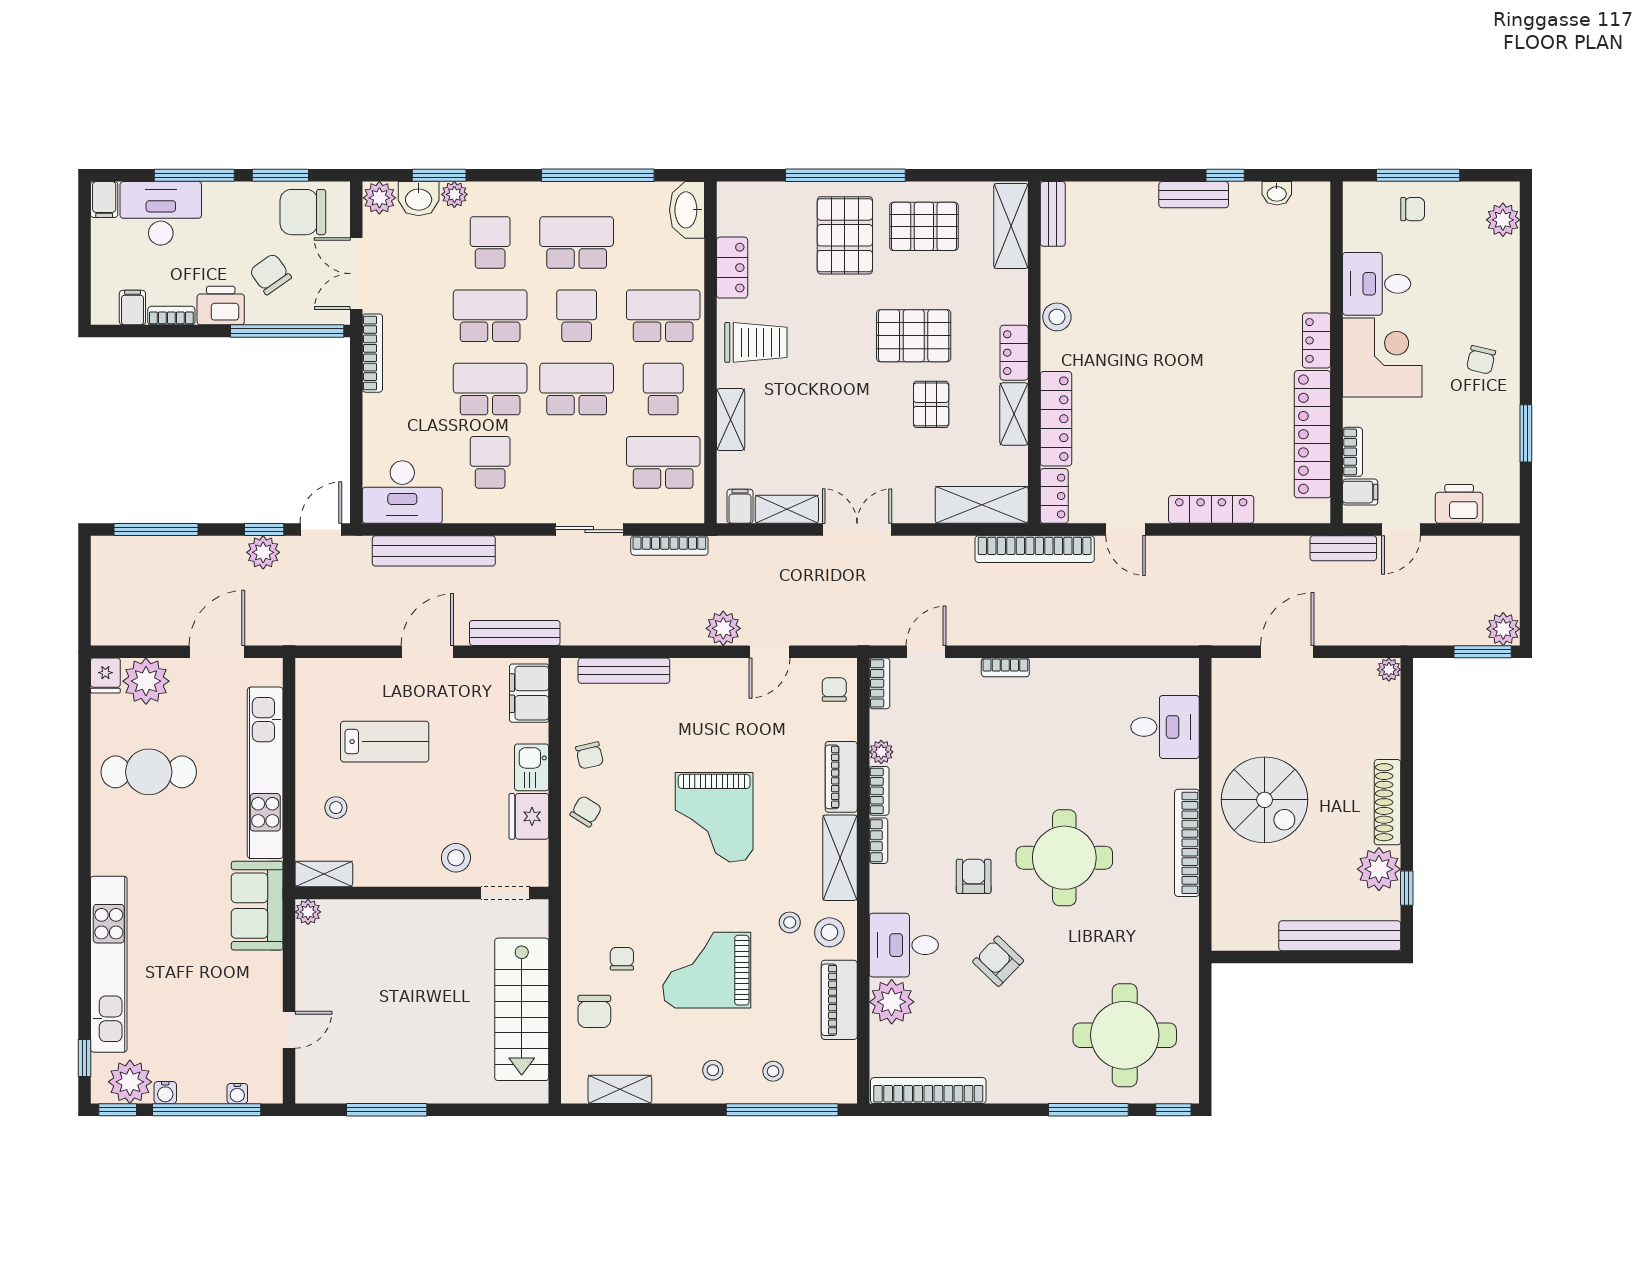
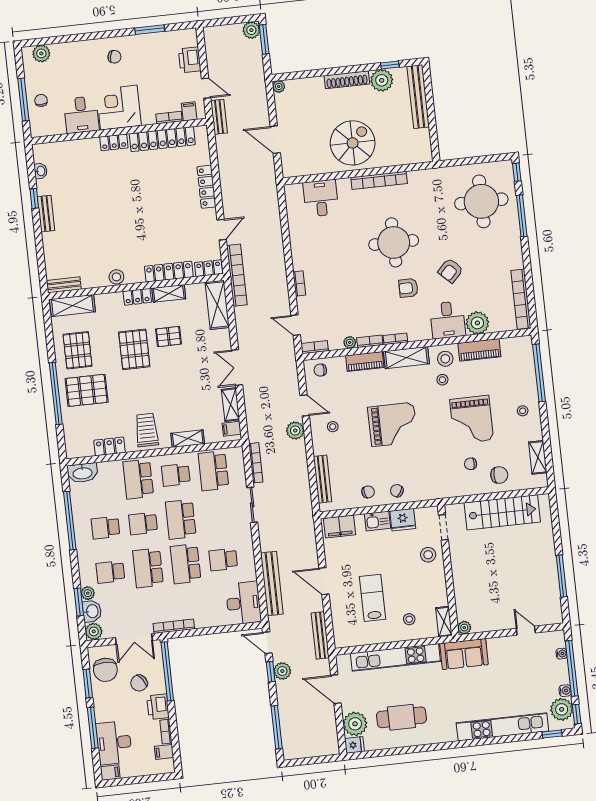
school desk: (577, 242) -> (105, 528), width x0.54
bench: (515, 633) -> (320, 635), moved
cafe table: (149, 772) -> (401, 717), turned 90
stool: (773, 1071) -> (333, 427), moved

